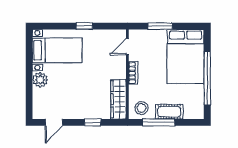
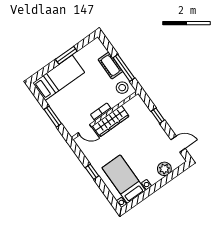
bed: (186, 57) -> (59, 78), width x0.67
window: (207, 78) -> (66, 55), width x0.47
plant: (40, 80) -> (164, 169), moved
wardrobe: (118, 99) -> (111, 121), moved

